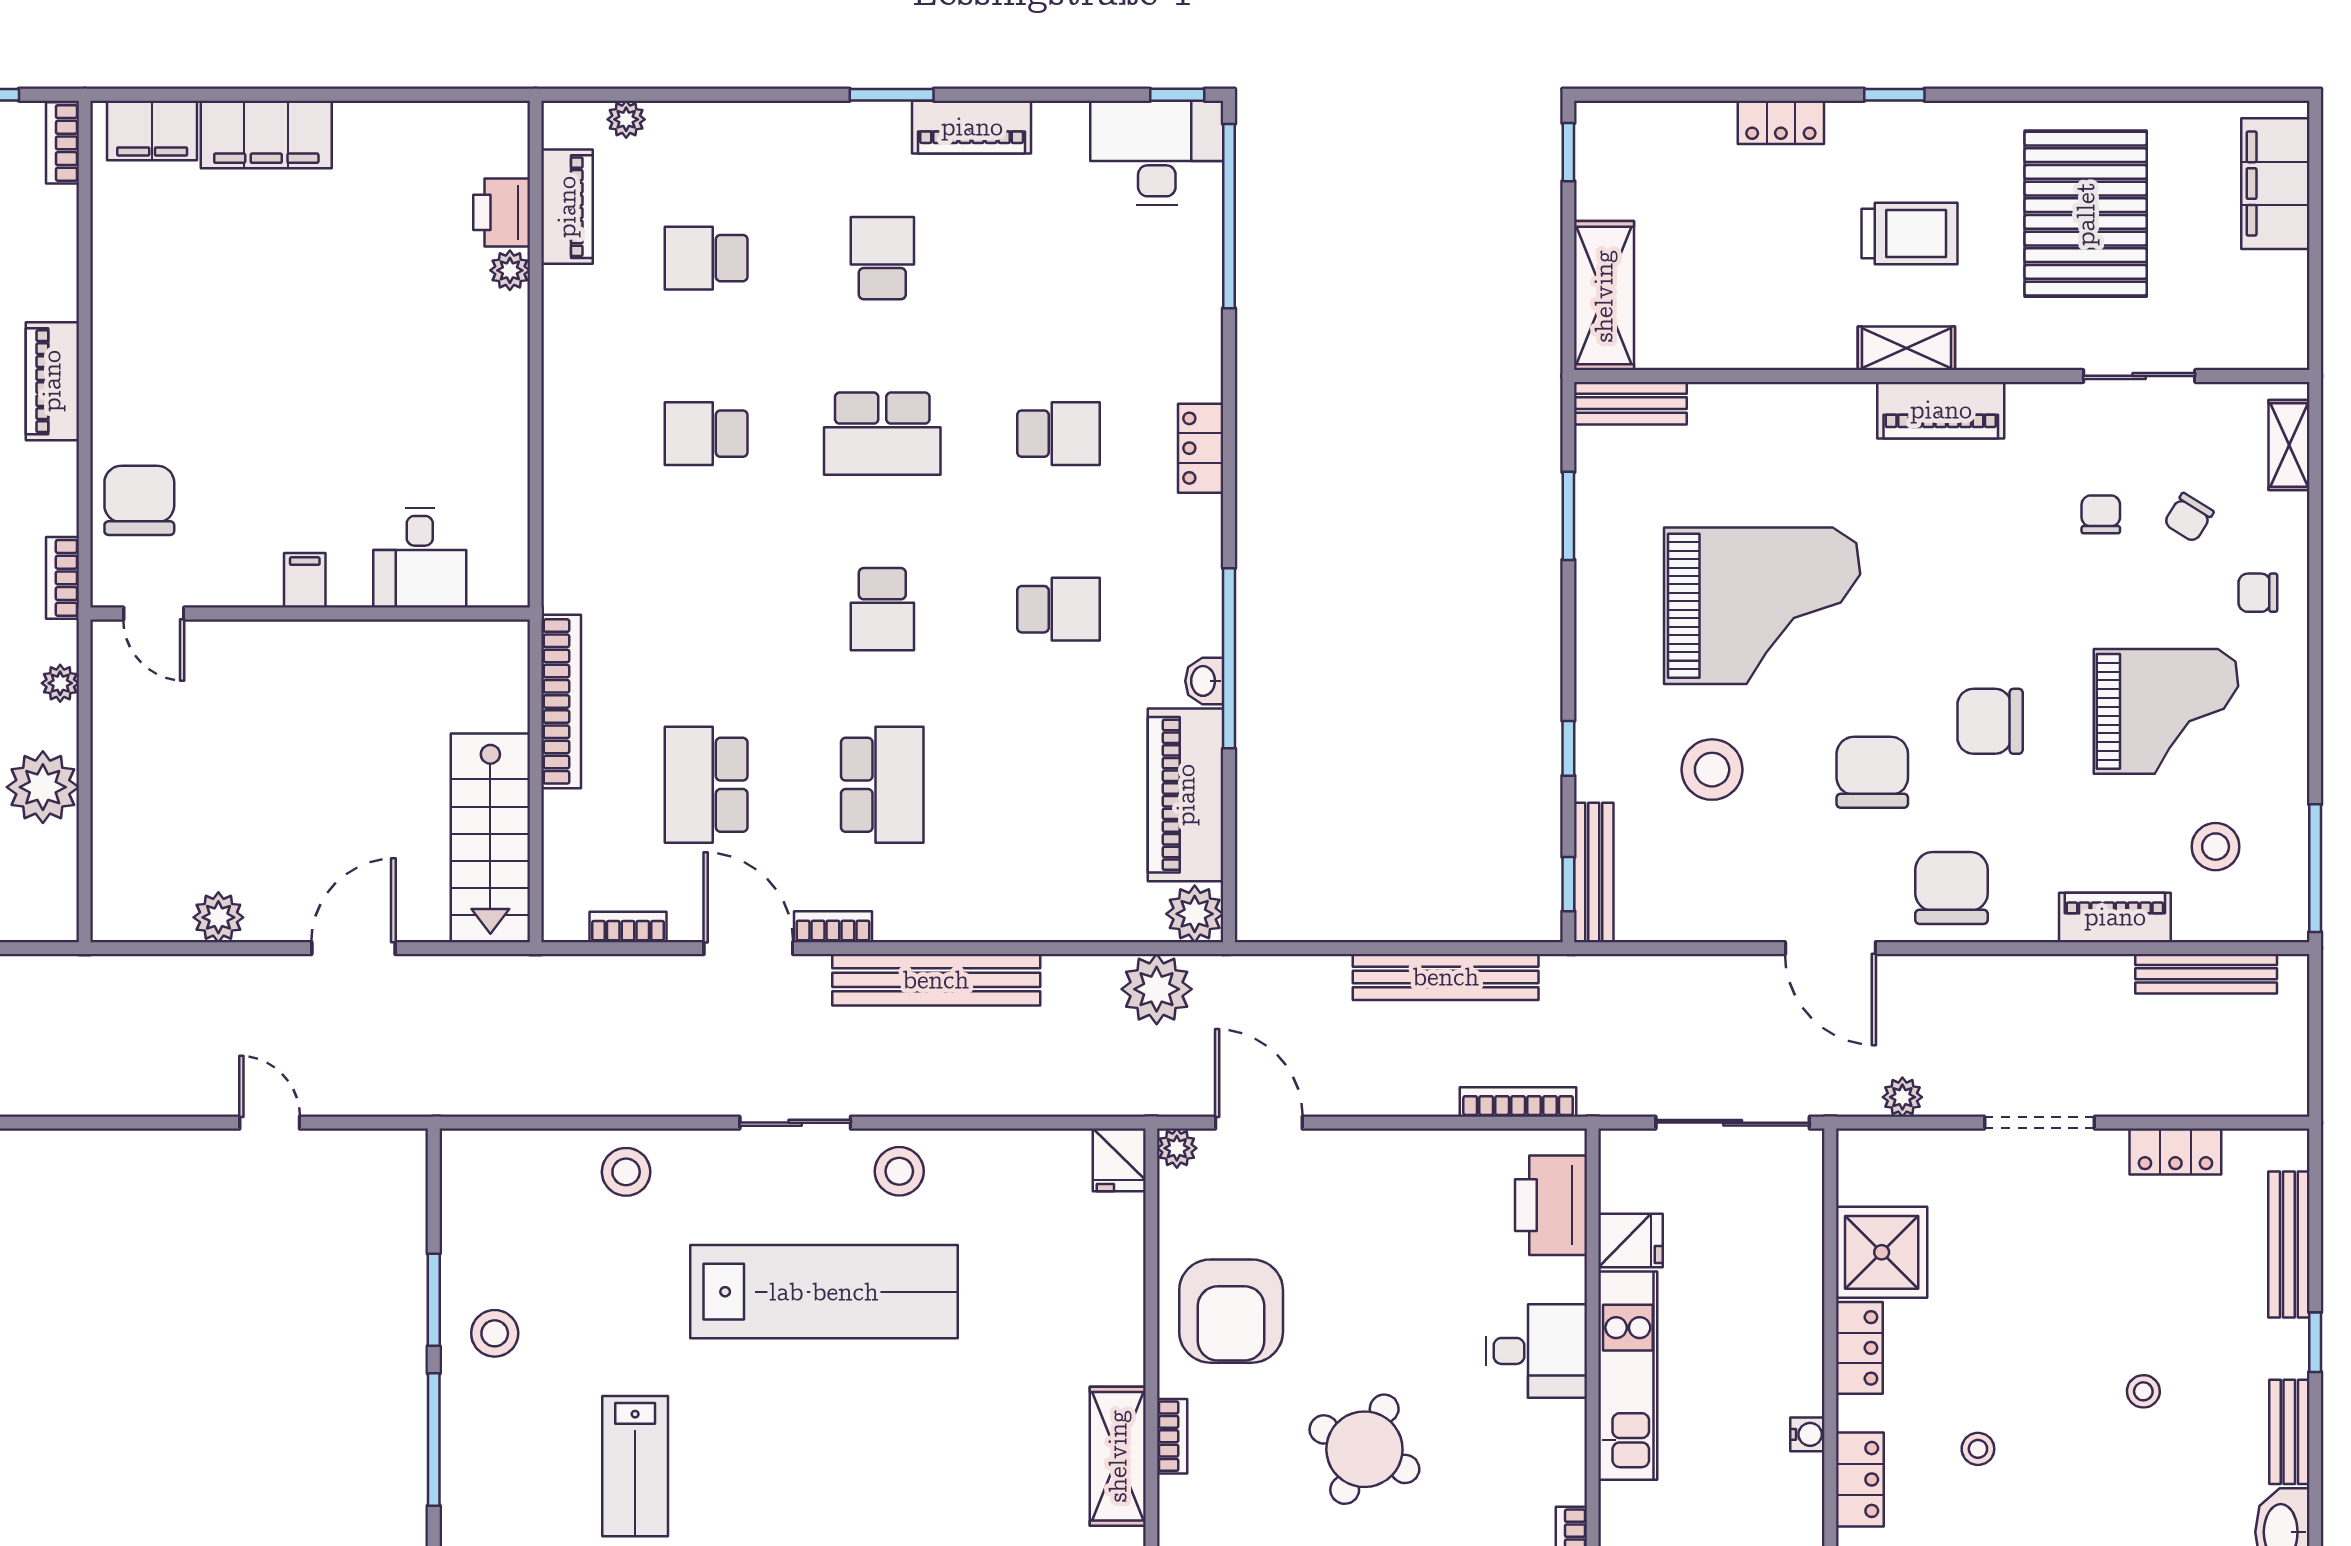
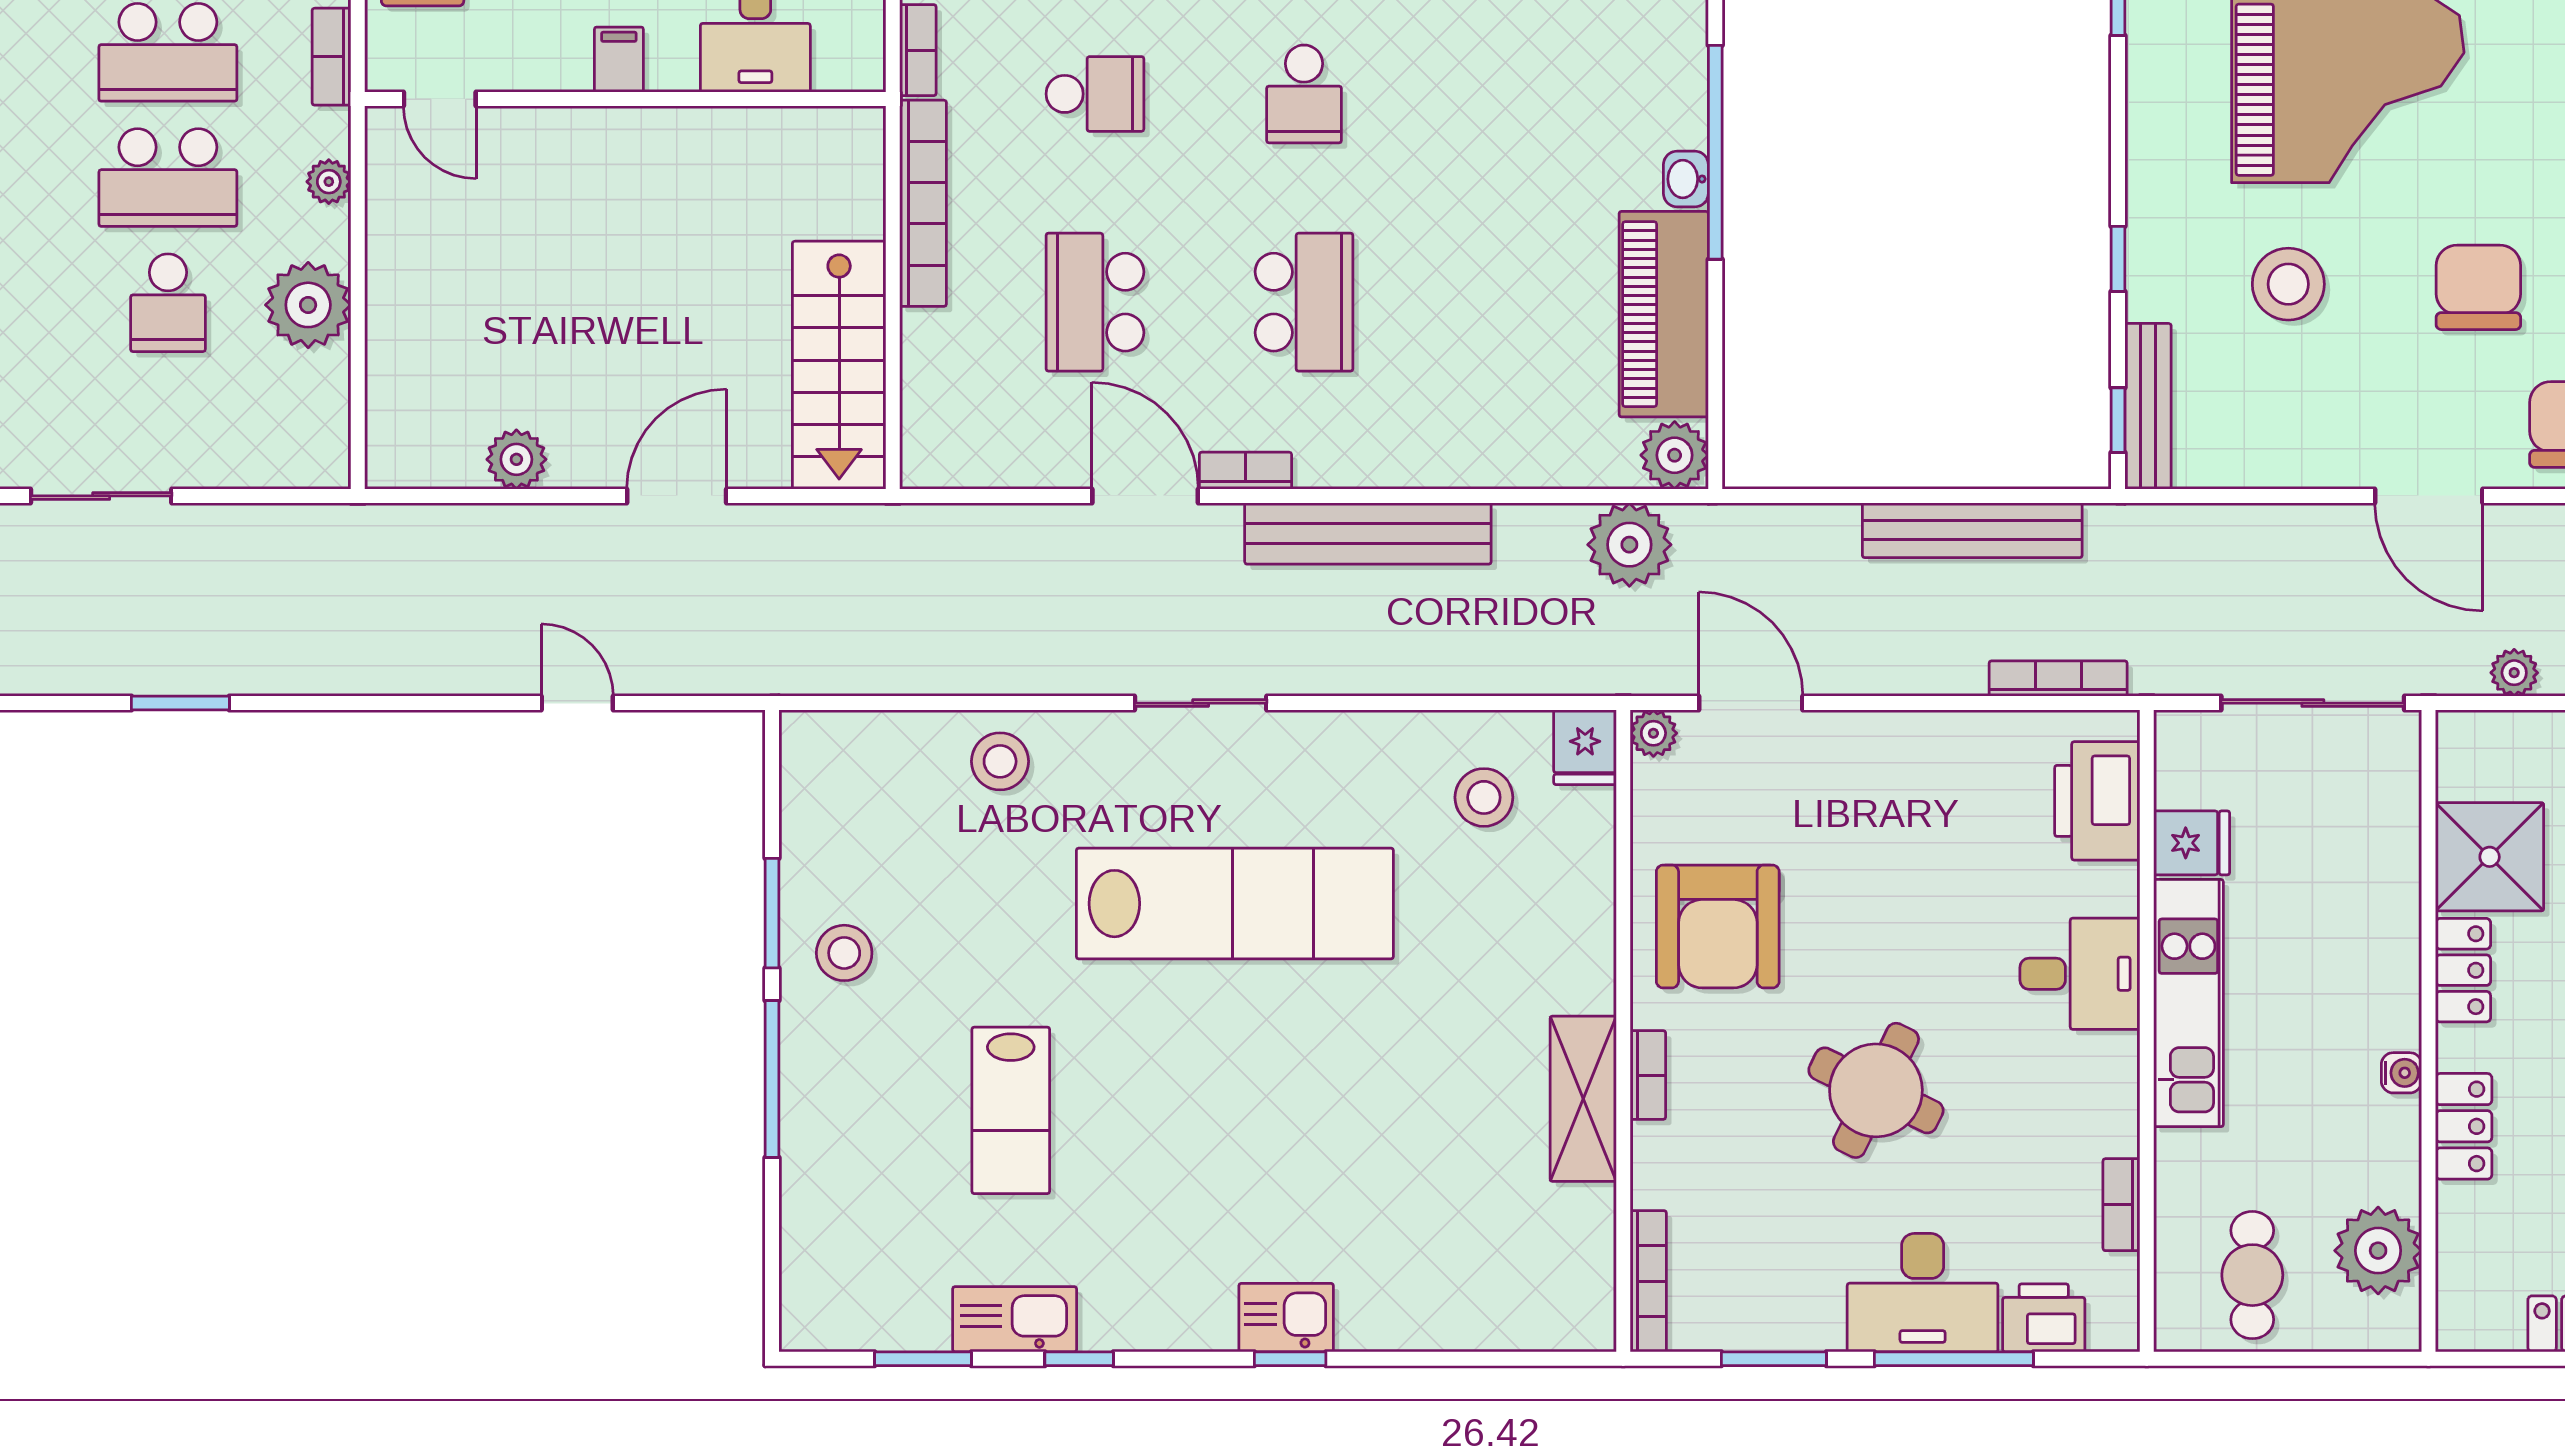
school desk: (1059, 609) -> (1095, 94), moved
bookcase: (628, 927) -> (918, 50), moved, turned 90
stool: (899, 1171) -> (1484, 797), moved

